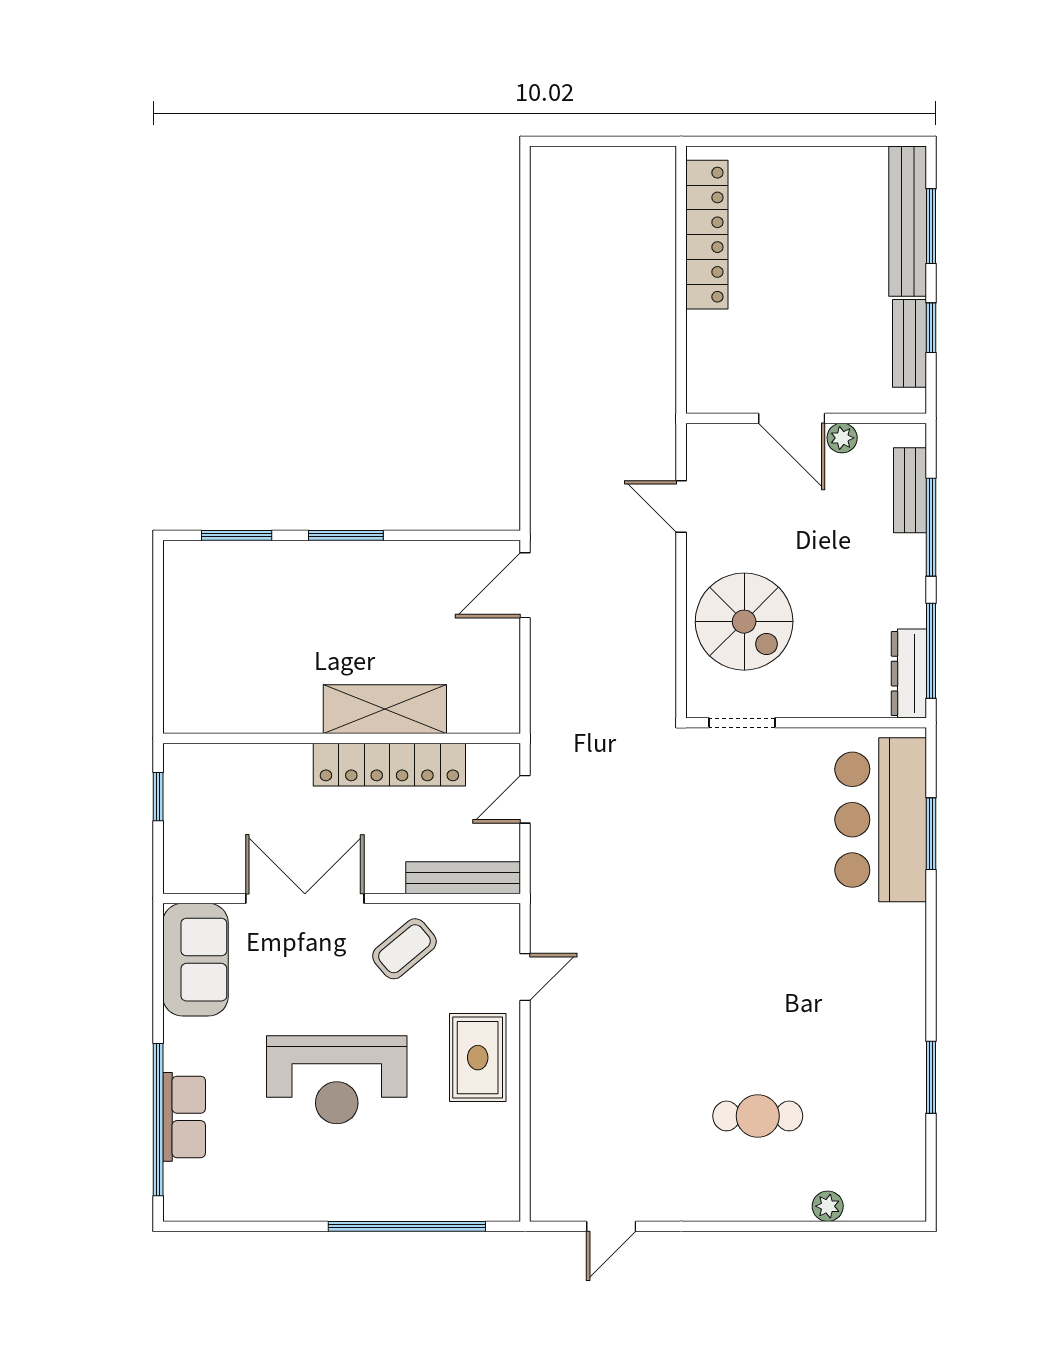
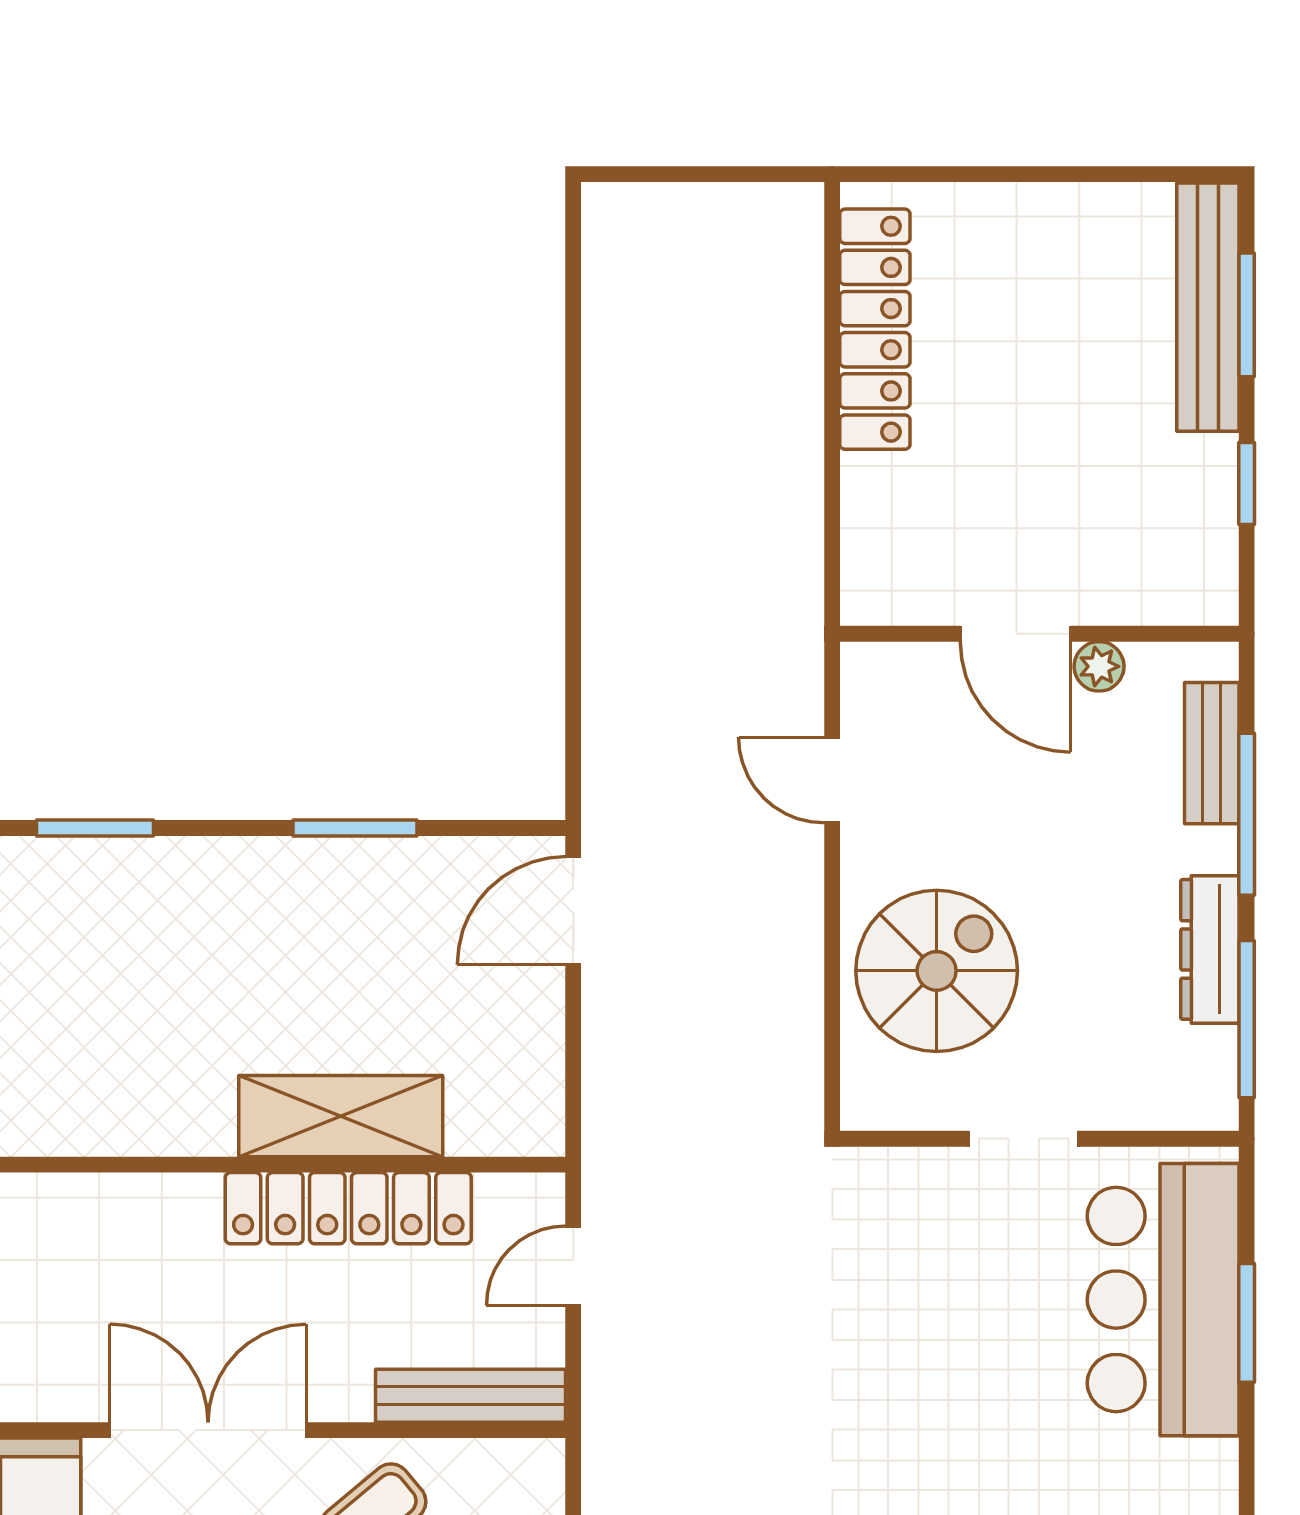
bench: (909, 343) -> (1211, 510), removed
window: (346, 535) -> (355, 828), moved
spiral stairs: (744, 622) -> (937, 971), turned -90
dresser: (909, 674) -> (1210, 949), moved
doorway: (742, 723) -> (1023, 1139), moved

